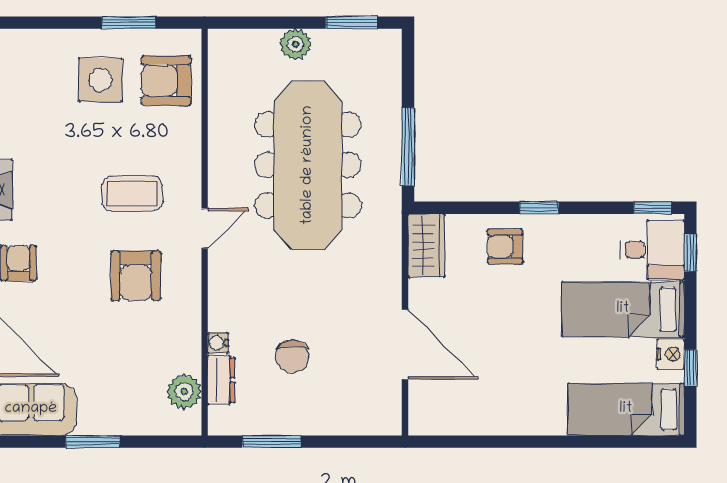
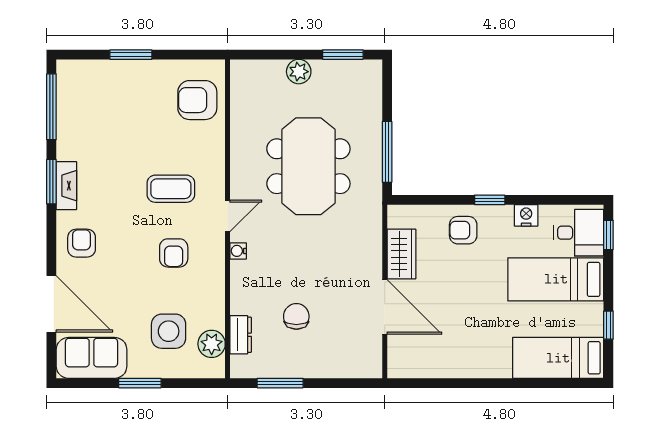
window: (129, 23) -> (131, 55), moved
side table: (100, 80) -> (169, 331), moved
meeting table: (308, 165) -> (308, 166), width x0.73
window: (653, 208) -> (579, 200), removed
wardrobe: (426, 246) -> (401, 254), moved
armchair: (136, 276) -> (174, 253), width x0.72, depth x0.72
water cooler: (218, 343) -> (238, 251), moved
nightstand: (671, 354) -> (526, 215), moved, turned -90
chair: (292, 357) -> (296, 316), turned 180

